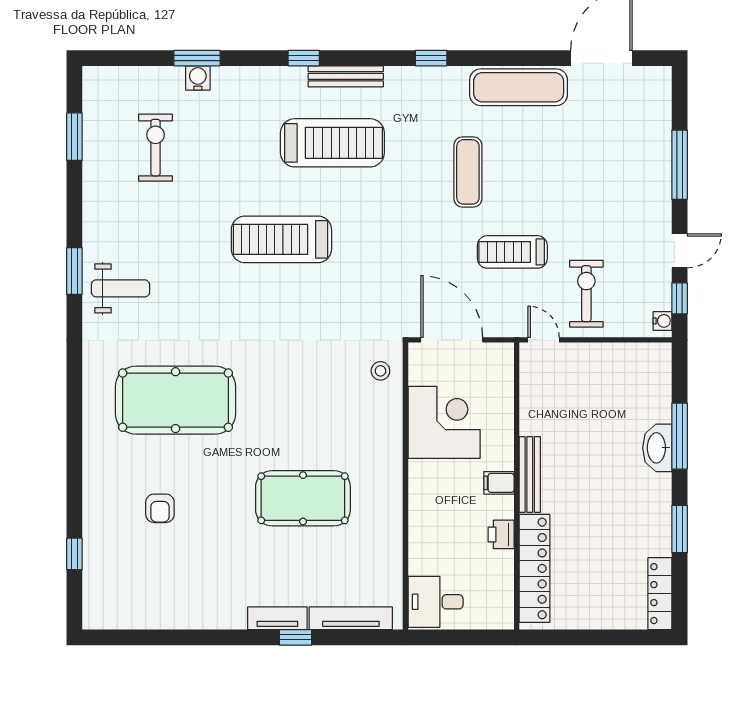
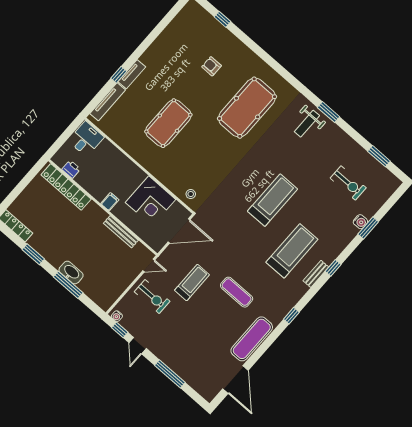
bench: (346, 76) -> (316, 274), width x0.73
treadmill: (332, 143) -> (292, 251), turned 180
bench: (530, 475) -> (121, 232), moved
printer: (501, 534) -> (71, 169), moved

